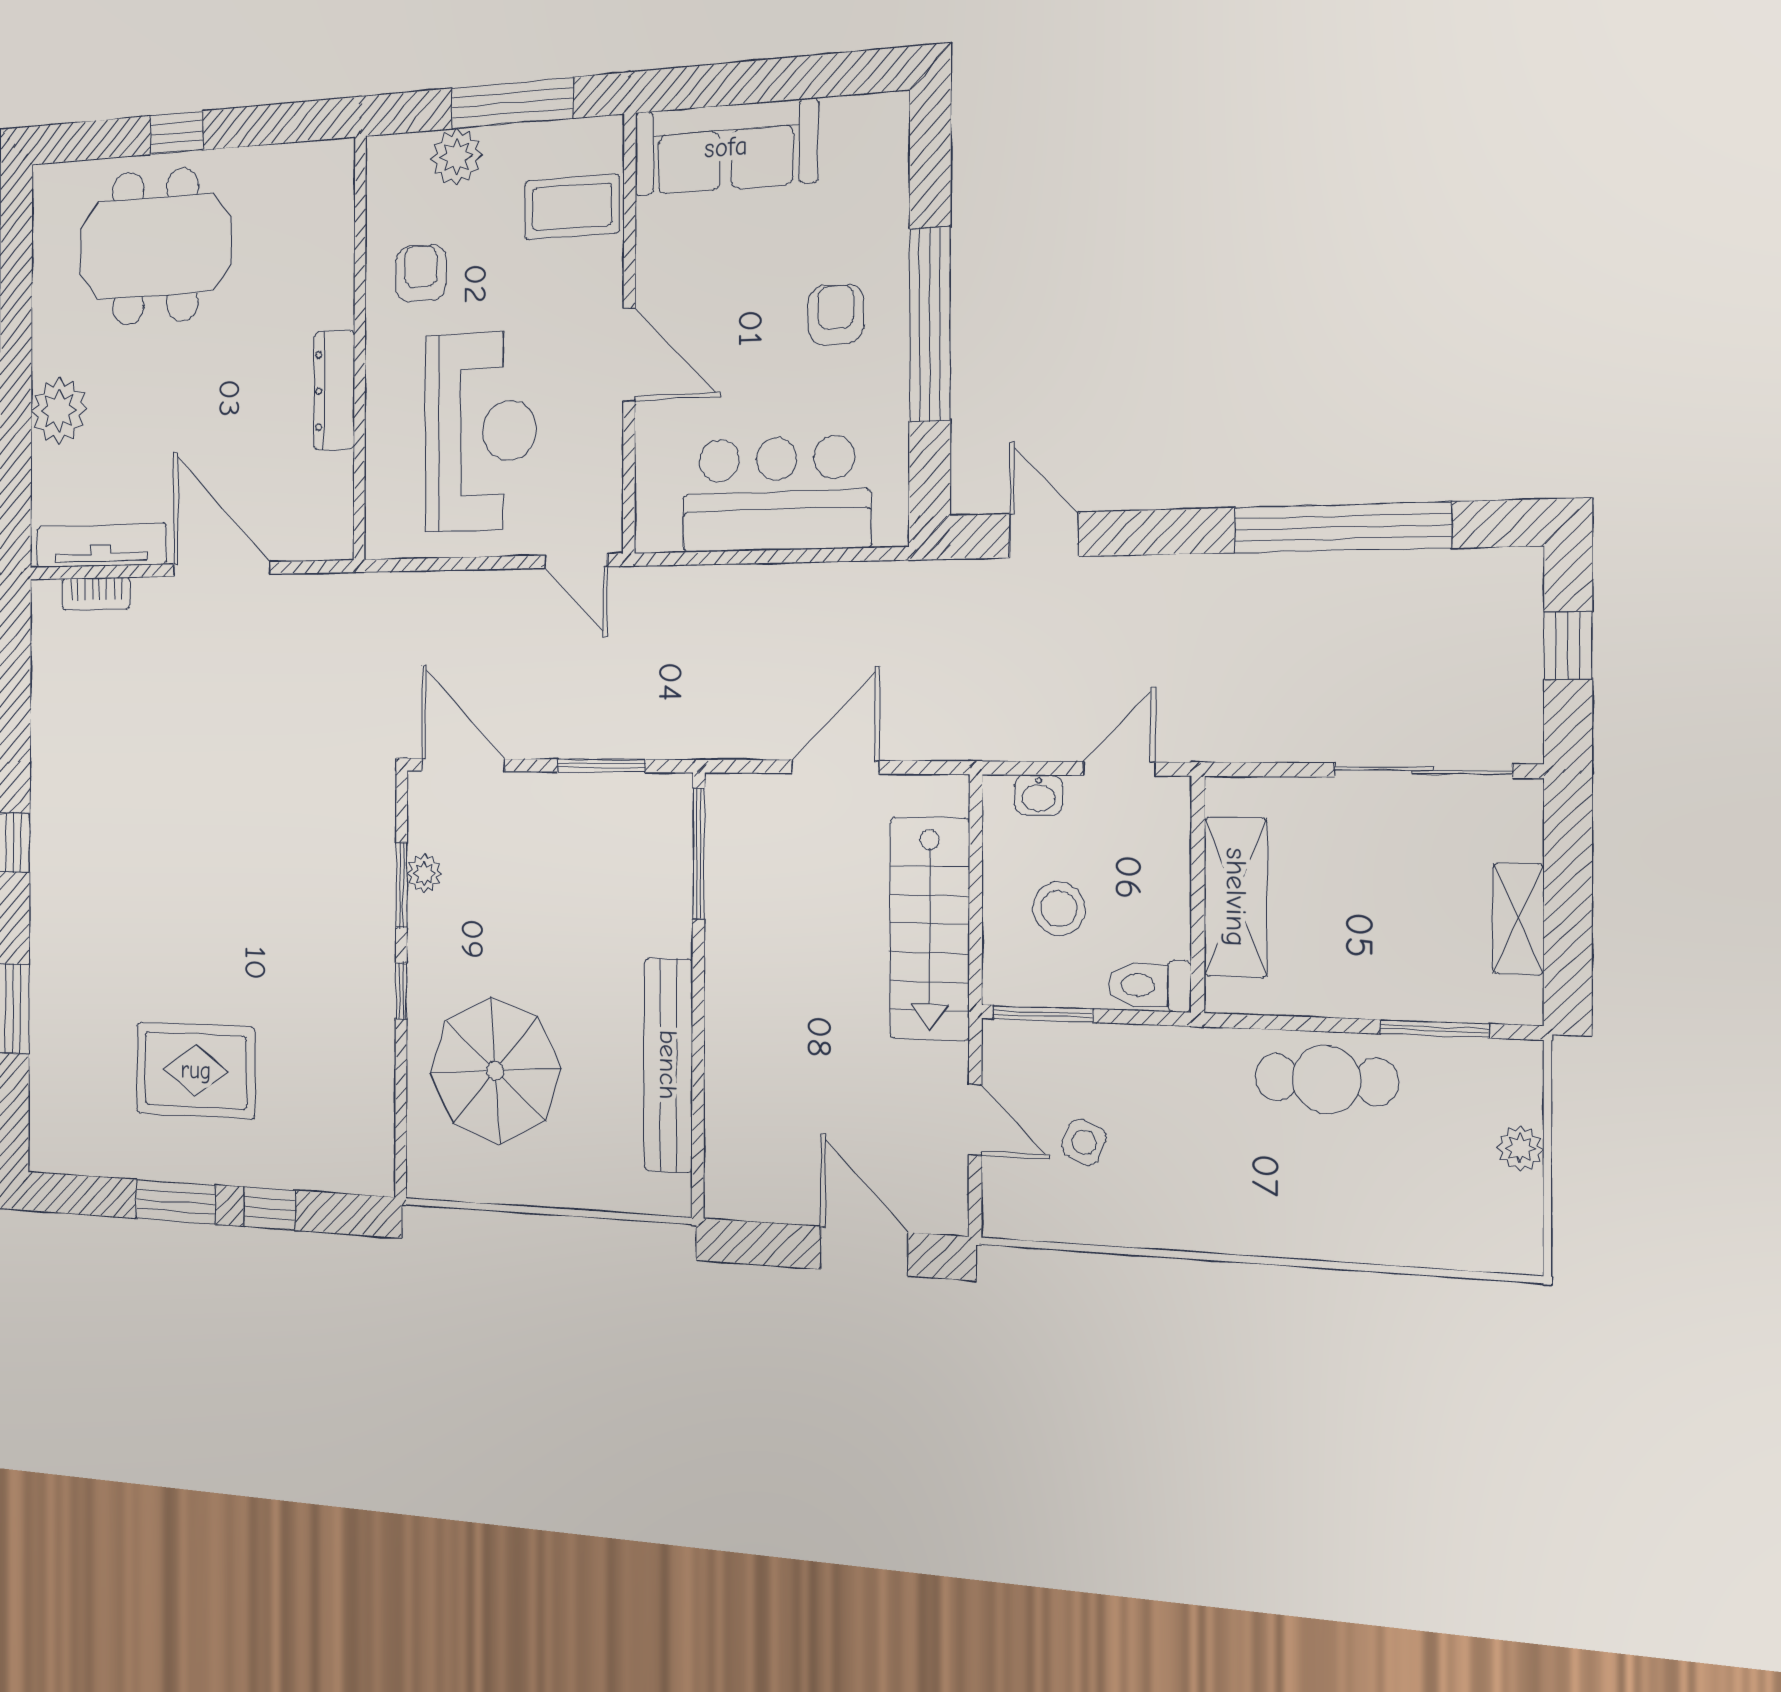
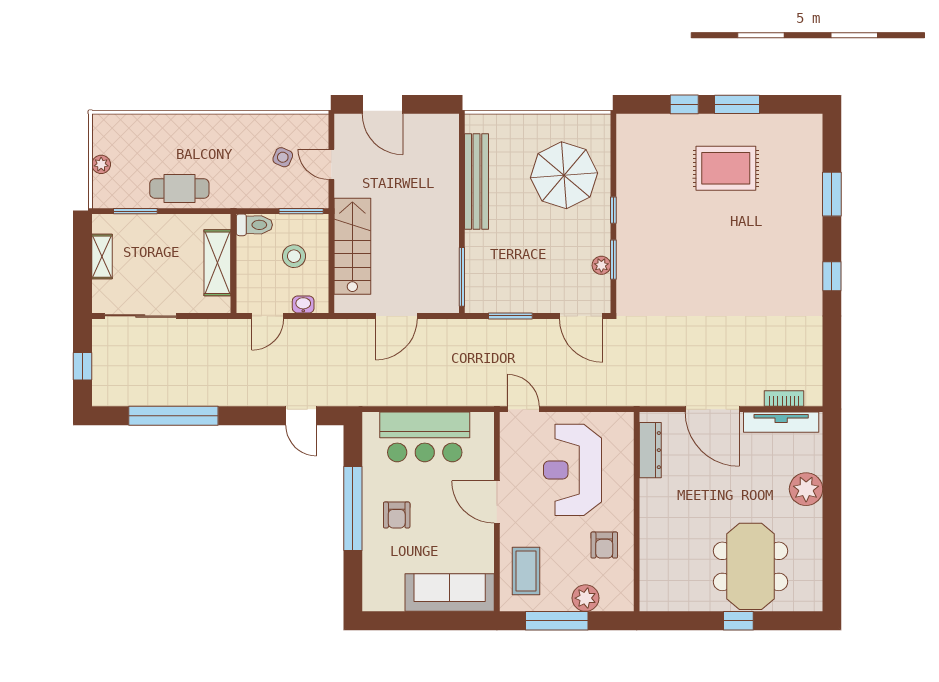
coffee table: (572, 207) -> (526, 571), turned 90
meeting table: (155, 247) -> (751, 566), turned 90
dresser: (334, 390) -> (650, 450), moved

